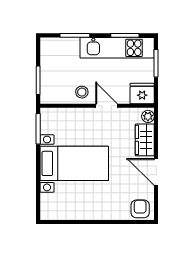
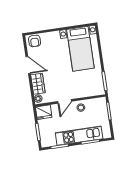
kitchen unit: (117, 48) -> (79, 136), moved
door: (106, 106) -> (65, 101), hinge flipped
bed with nightstands: (74, 163) -> (80, 49), moved, turned -90

